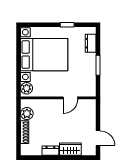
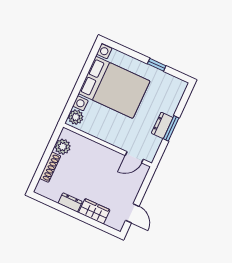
dresser: (91, 43) -> (162, 125), moved
door: (70, 98) -> (134, 157), moved

